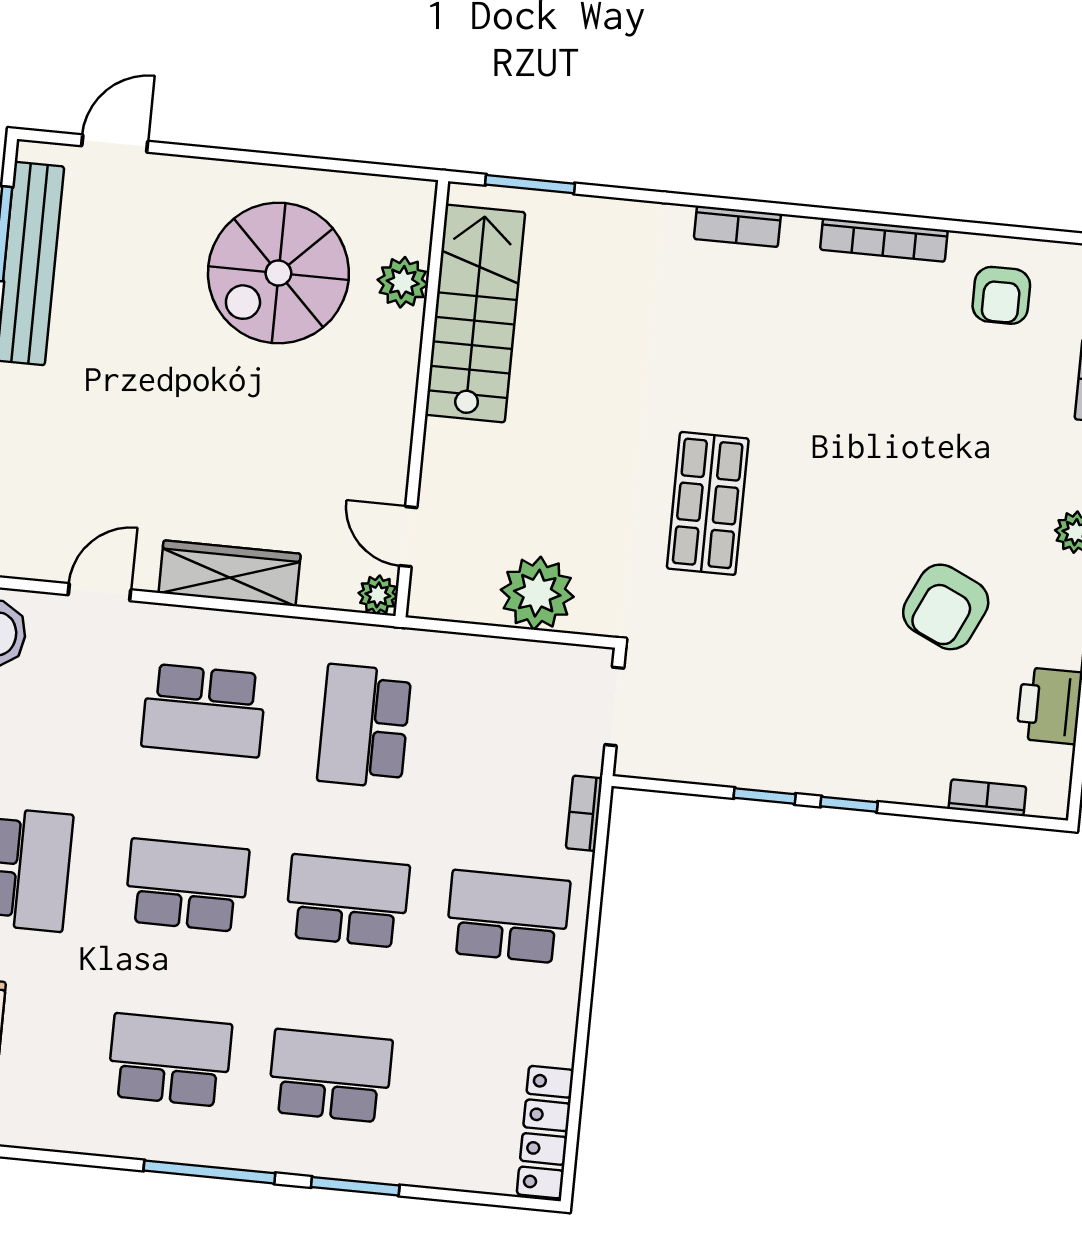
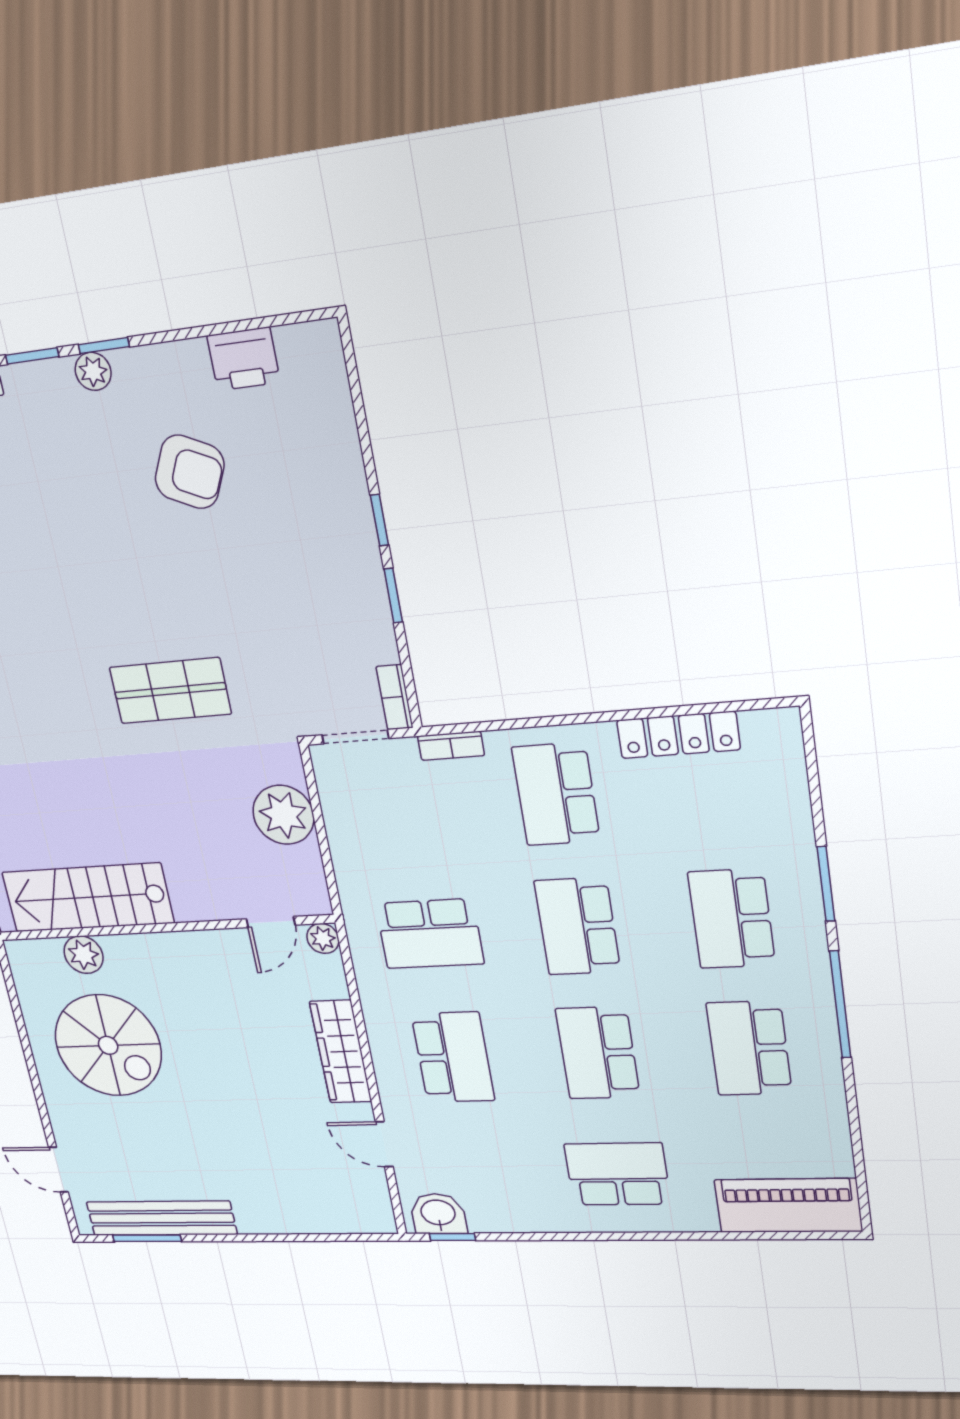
bookcase: (987, 798) -> (395, 697), moved
locker: (545, 1132) -> (678, 735), moved

